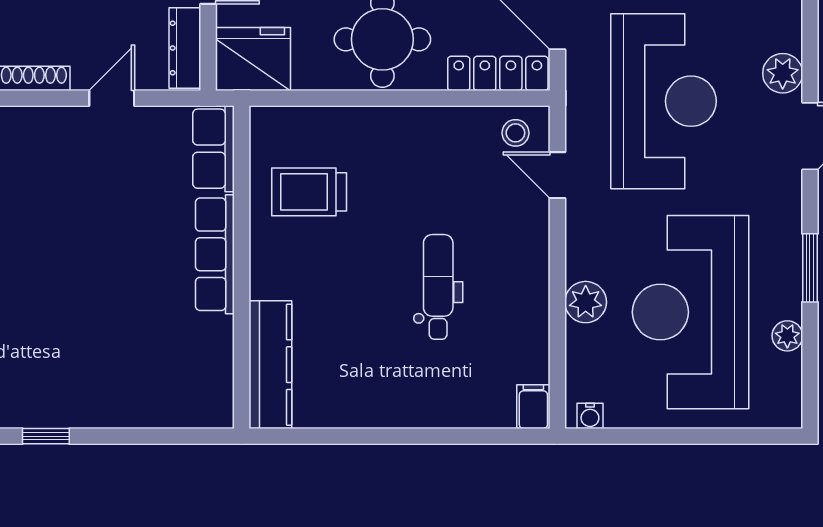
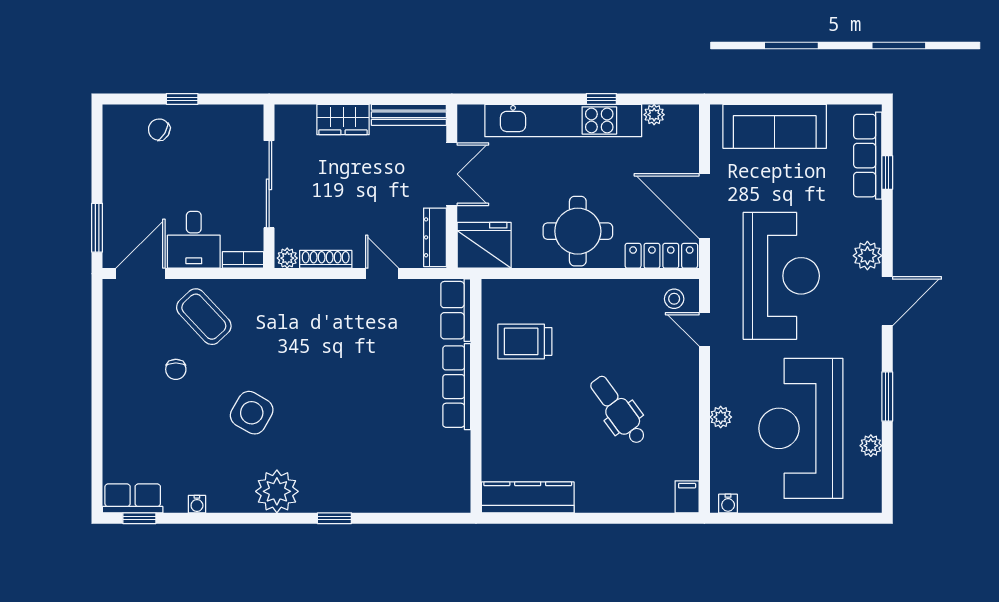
door: (112, 98) -> (382, 274), hinge flipped
dental chair: (438, 287) -> (618, 410), turned -36
plant: (586, 302) -> (721, 417), width x0.73, depth x0.73
kitchen counter: (270, 365) -> (528, 497), moved, turned -90

